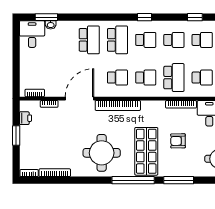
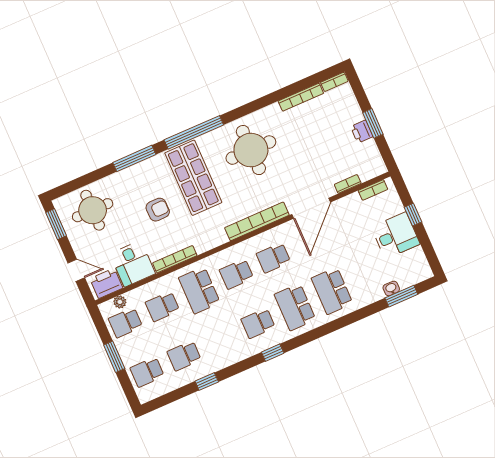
desk: (32, 34) -> (396, 235), moved, turned -90
school desk: (174, 40) -> (221, 340), removed
window: (16, 66) -> (413, 215), added
printer: (25, 118) -> (362, 132), moved

